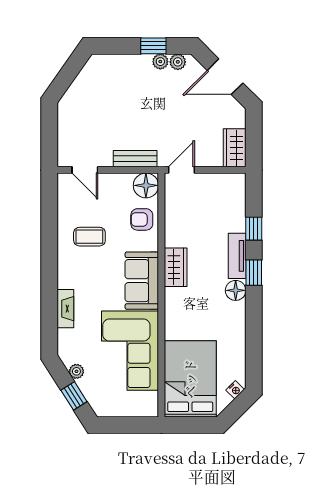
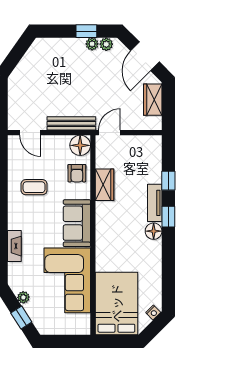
door: (225, 77) -> (145, 56), hinge flipped
wardrobe: (235, 148) -> (153, 100), moved
bench: (135, 159) -> (71, 123), width x1.36
armchair: (142, 219) -> (77, 173), turned -90
wardrobe: (176, 267) -> (105, 185), moved

